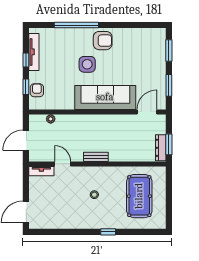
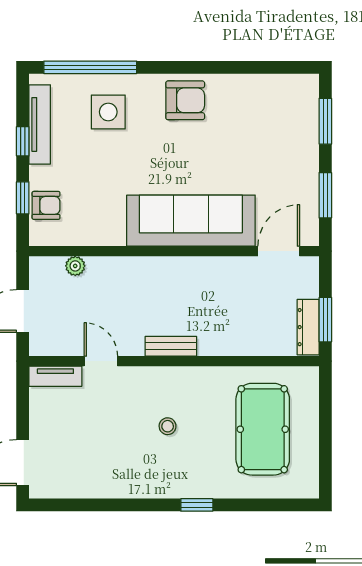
window: (76, 25) -> (90, 67), moved
side table: (87, 64) -> (108, 112), moved
armchair: (37, 90) -> (46, 205), turned 90

